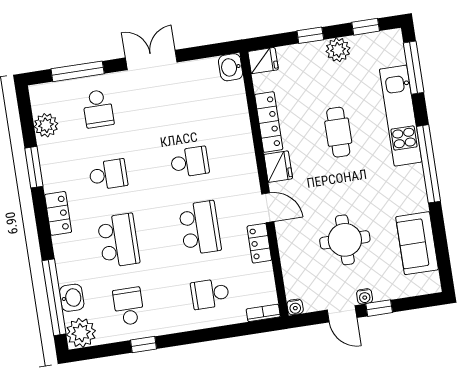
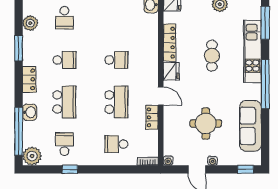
sofa: (417, 243) -> (250, 126), width x1.36
washbasin: (72, 298) -> (30, 112), moved
window: (379, 308) -> (246, 169), moved

